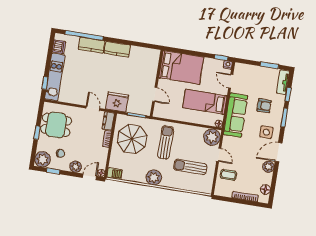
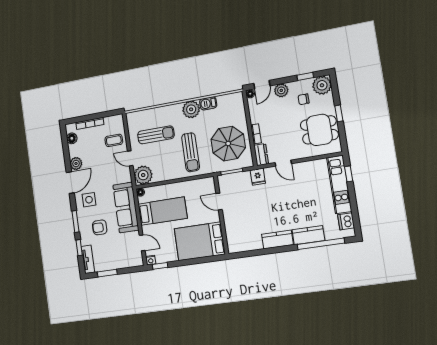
fridge: (117, 102) -> (258, 177), width x0.53, depth x0.75
barbecue: (115, 174) -> (208, 103), moved

